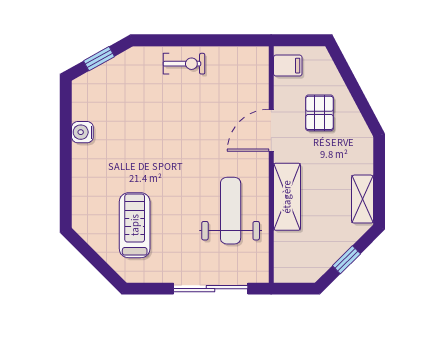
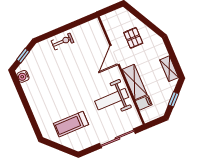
filing cabinet: (288, 66) -> (144, 103), moved
water cooler: (82, 132) -> (23, 76), moved
weight bench: (231, 211) -> (112, 99), turned -90
treadmill: (135, 225) -> (71, 124), turned -90

